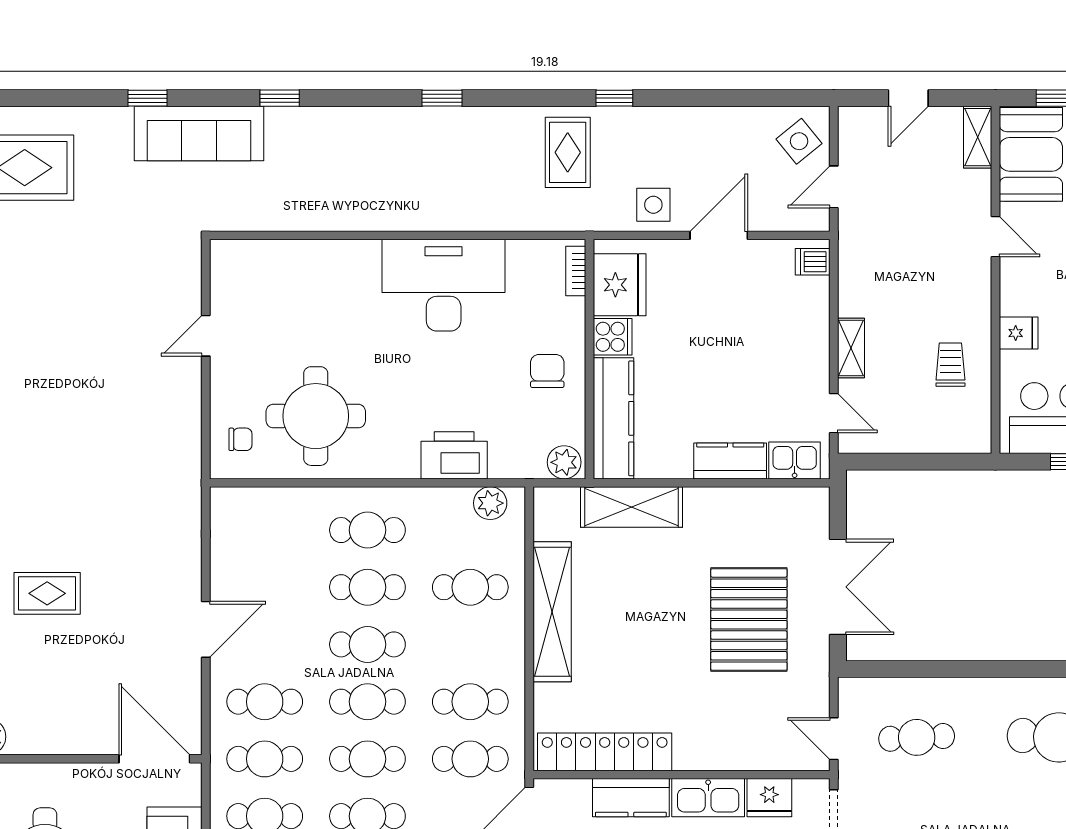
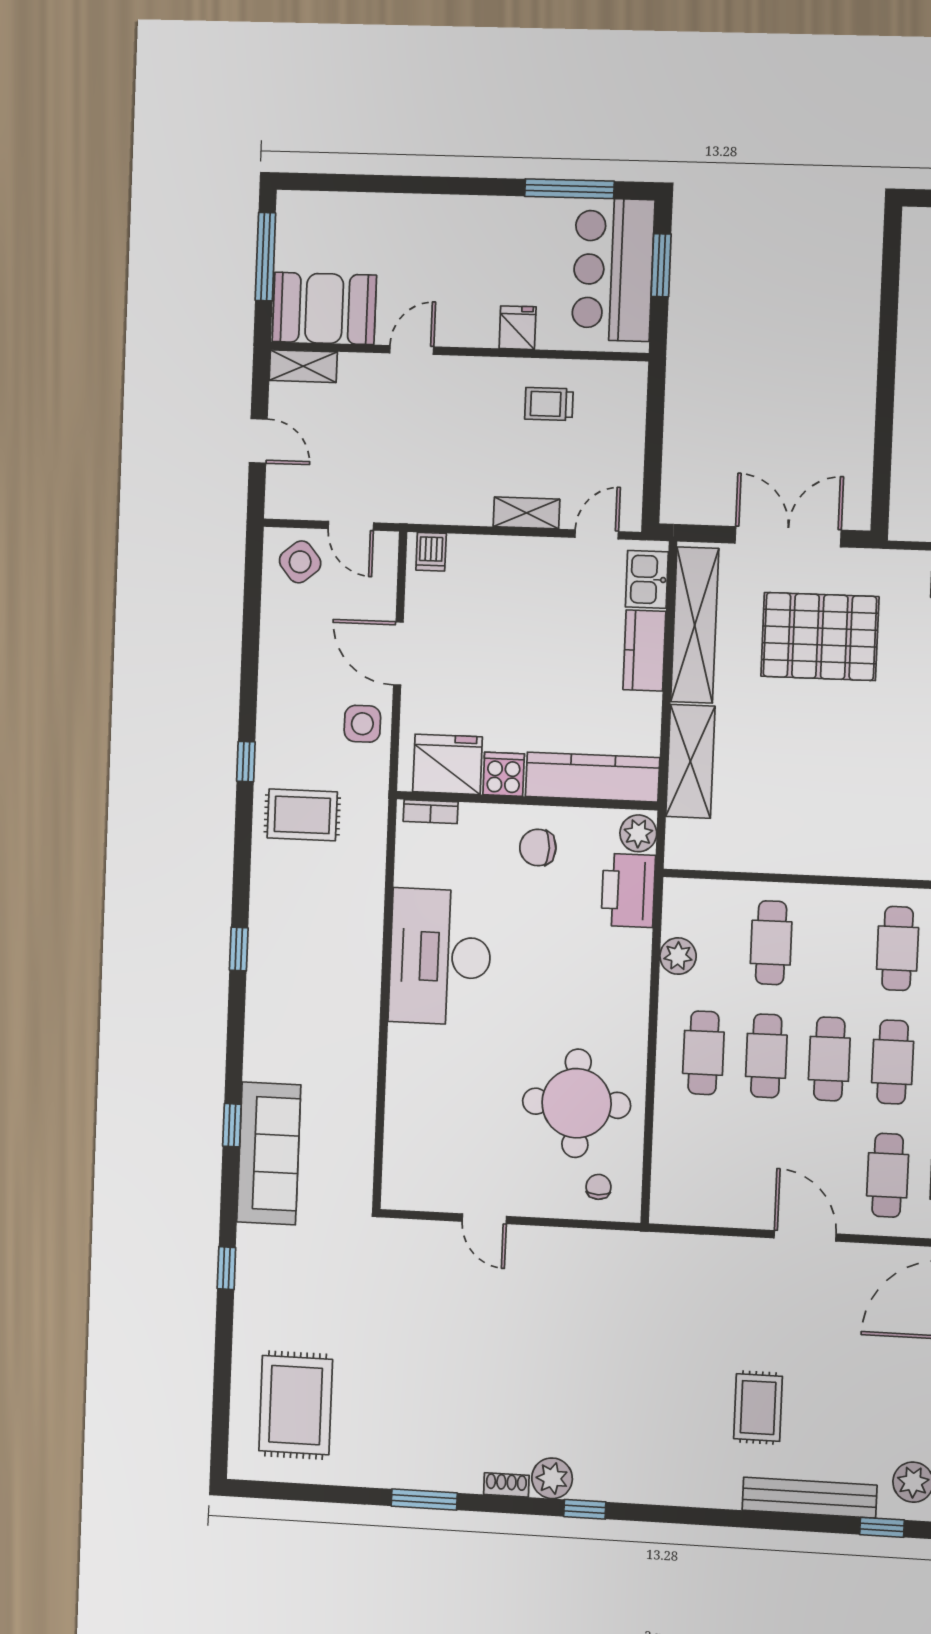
sofa: (199, 133) -> (269, 1153), moved
printer: (454, 455) -> (628, 890), moved
plant: (490, 503) -> (678, 956), moved
shelving: (552, 612) -> (695, 625), moved, turned 90

